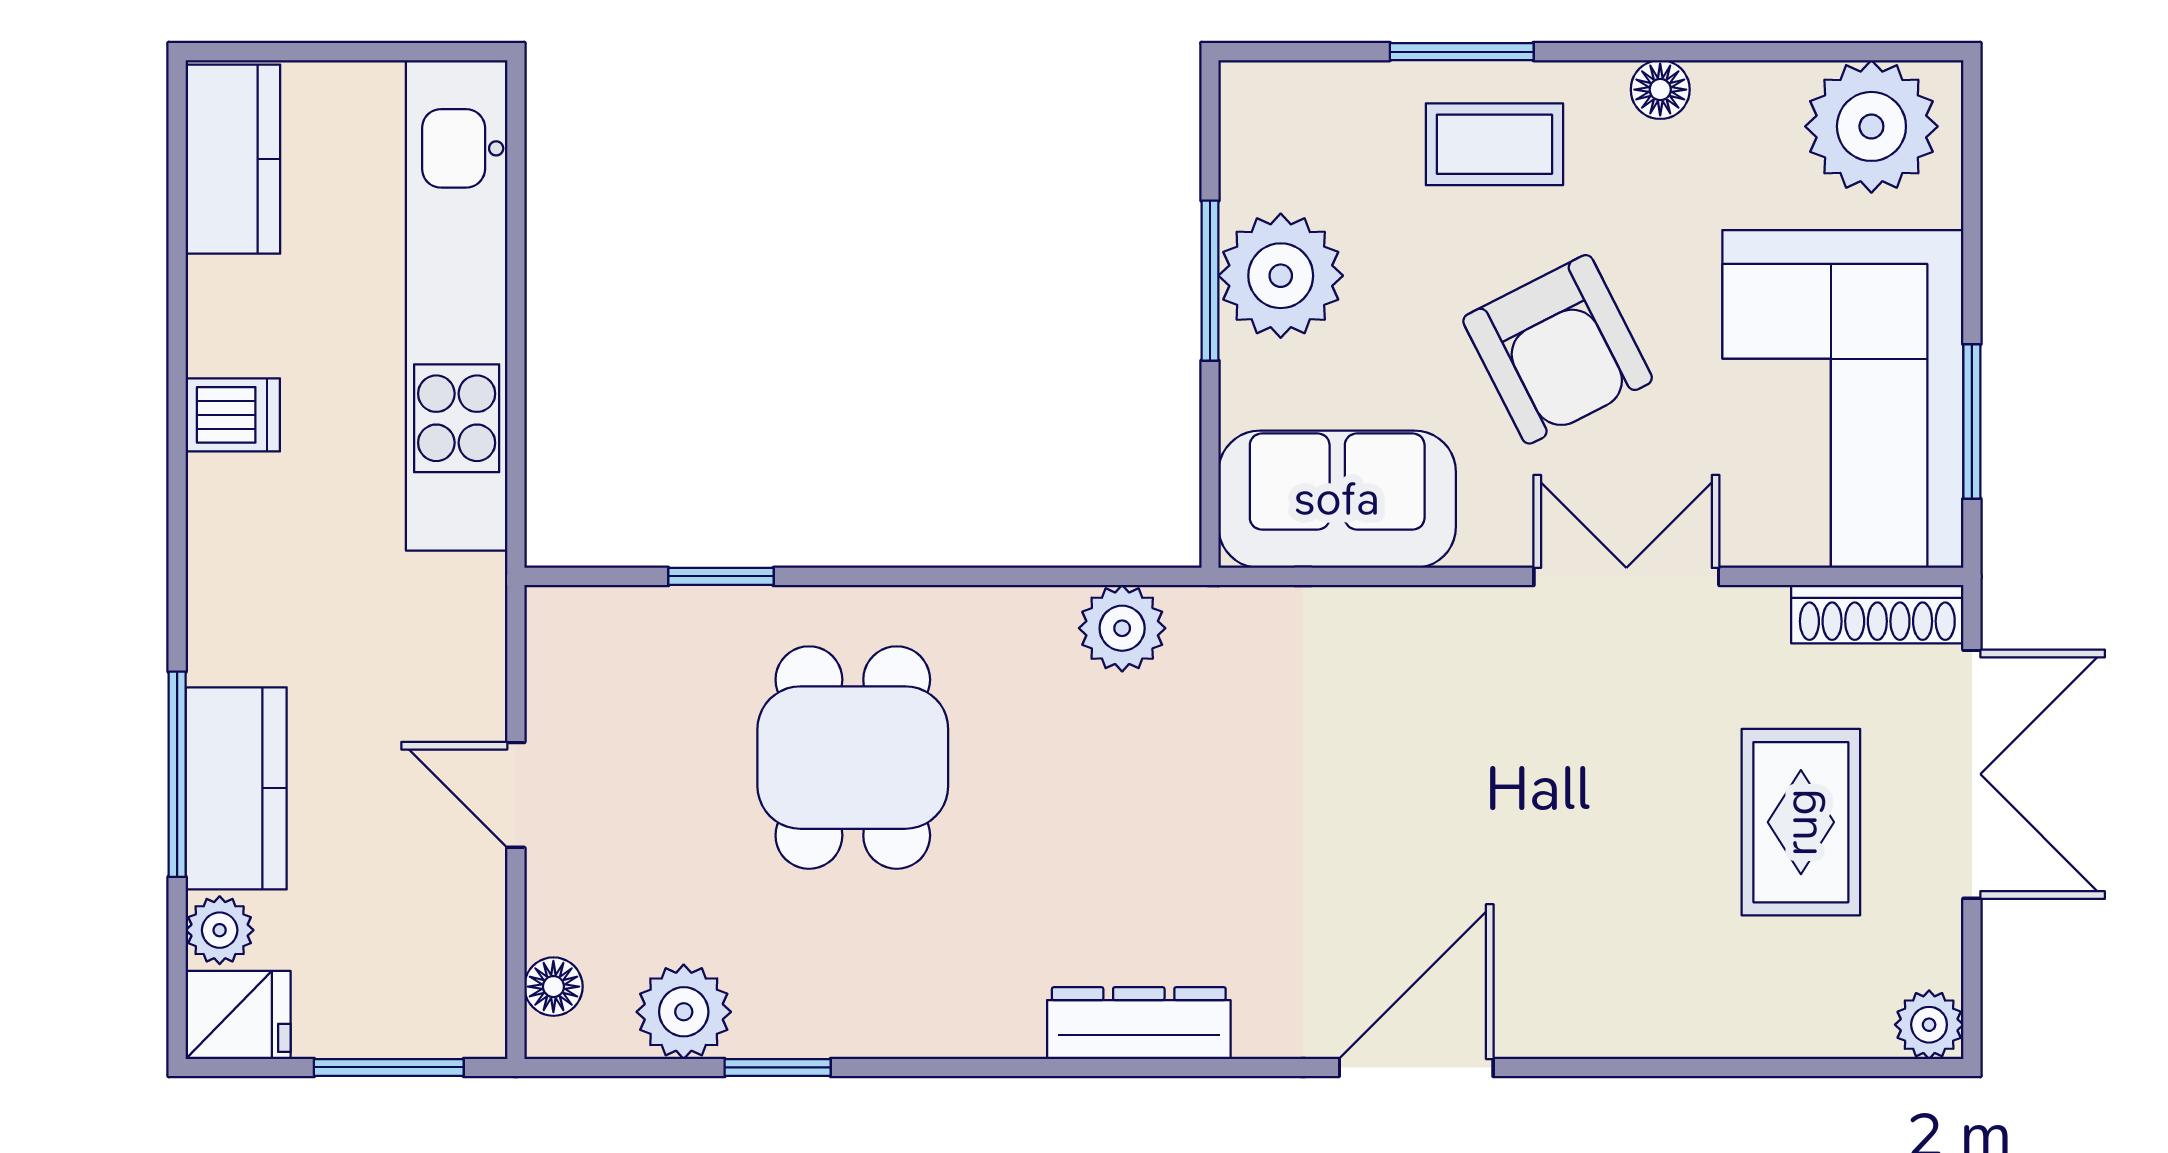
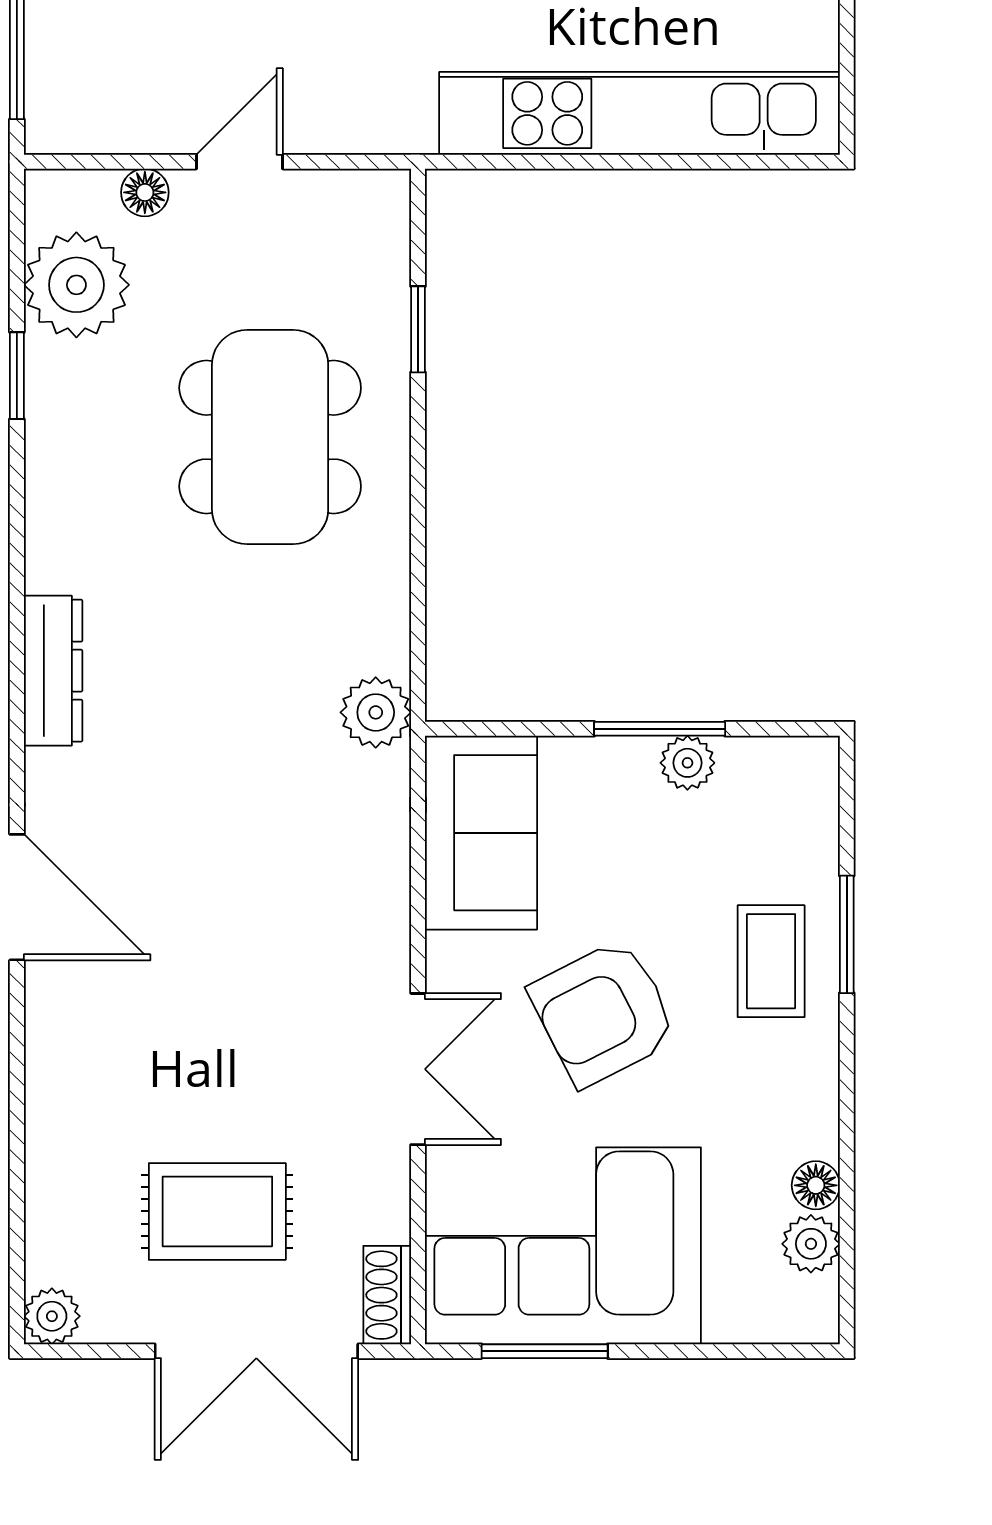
floor lamp: (1660, 90) -> (816, 1185), moved
plant: (1871, 126) -> (811, 1244), width x0.53, depth x0.53
plant: (1281, 276) -> (687, 763), width x0.53, depth x0.53
shoe rack: (1877, 614) -> (387, 1295), width x0.70
plant: (1122, 628) -> (376, 712), moved
dining table: (853, 758) -> (270, 437), width x1.38
floor lamp: (553, 987) -> (145, 192), moved
plant: (684, 1012) -> (76, 285), width x1.36, depth x1.36

